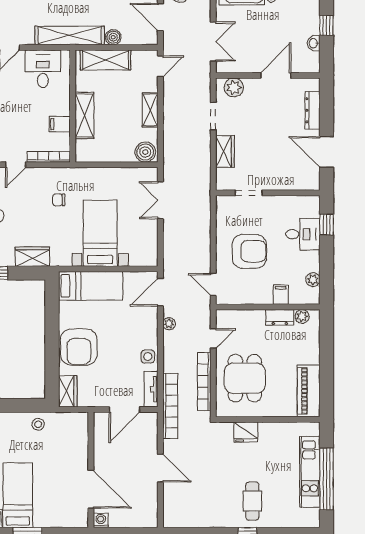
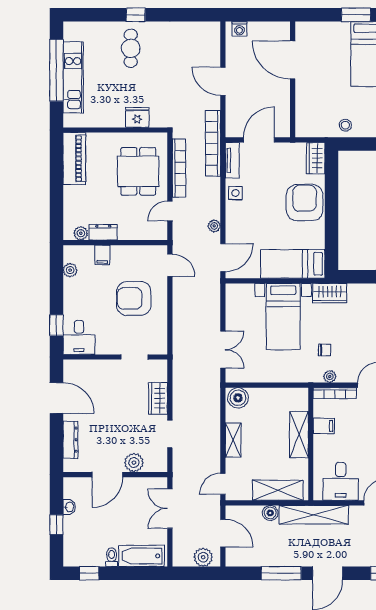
plant: (234, 87) -> (134, 463), moved
plant: (54, 173) -> (330, 376), added
desk: (303, 234) -> (79, 337), moved, turned -90
wardrobe: (32, 257) -> (330, 293), moved
washing machine: (101, 520) -> (239, 29), moved

